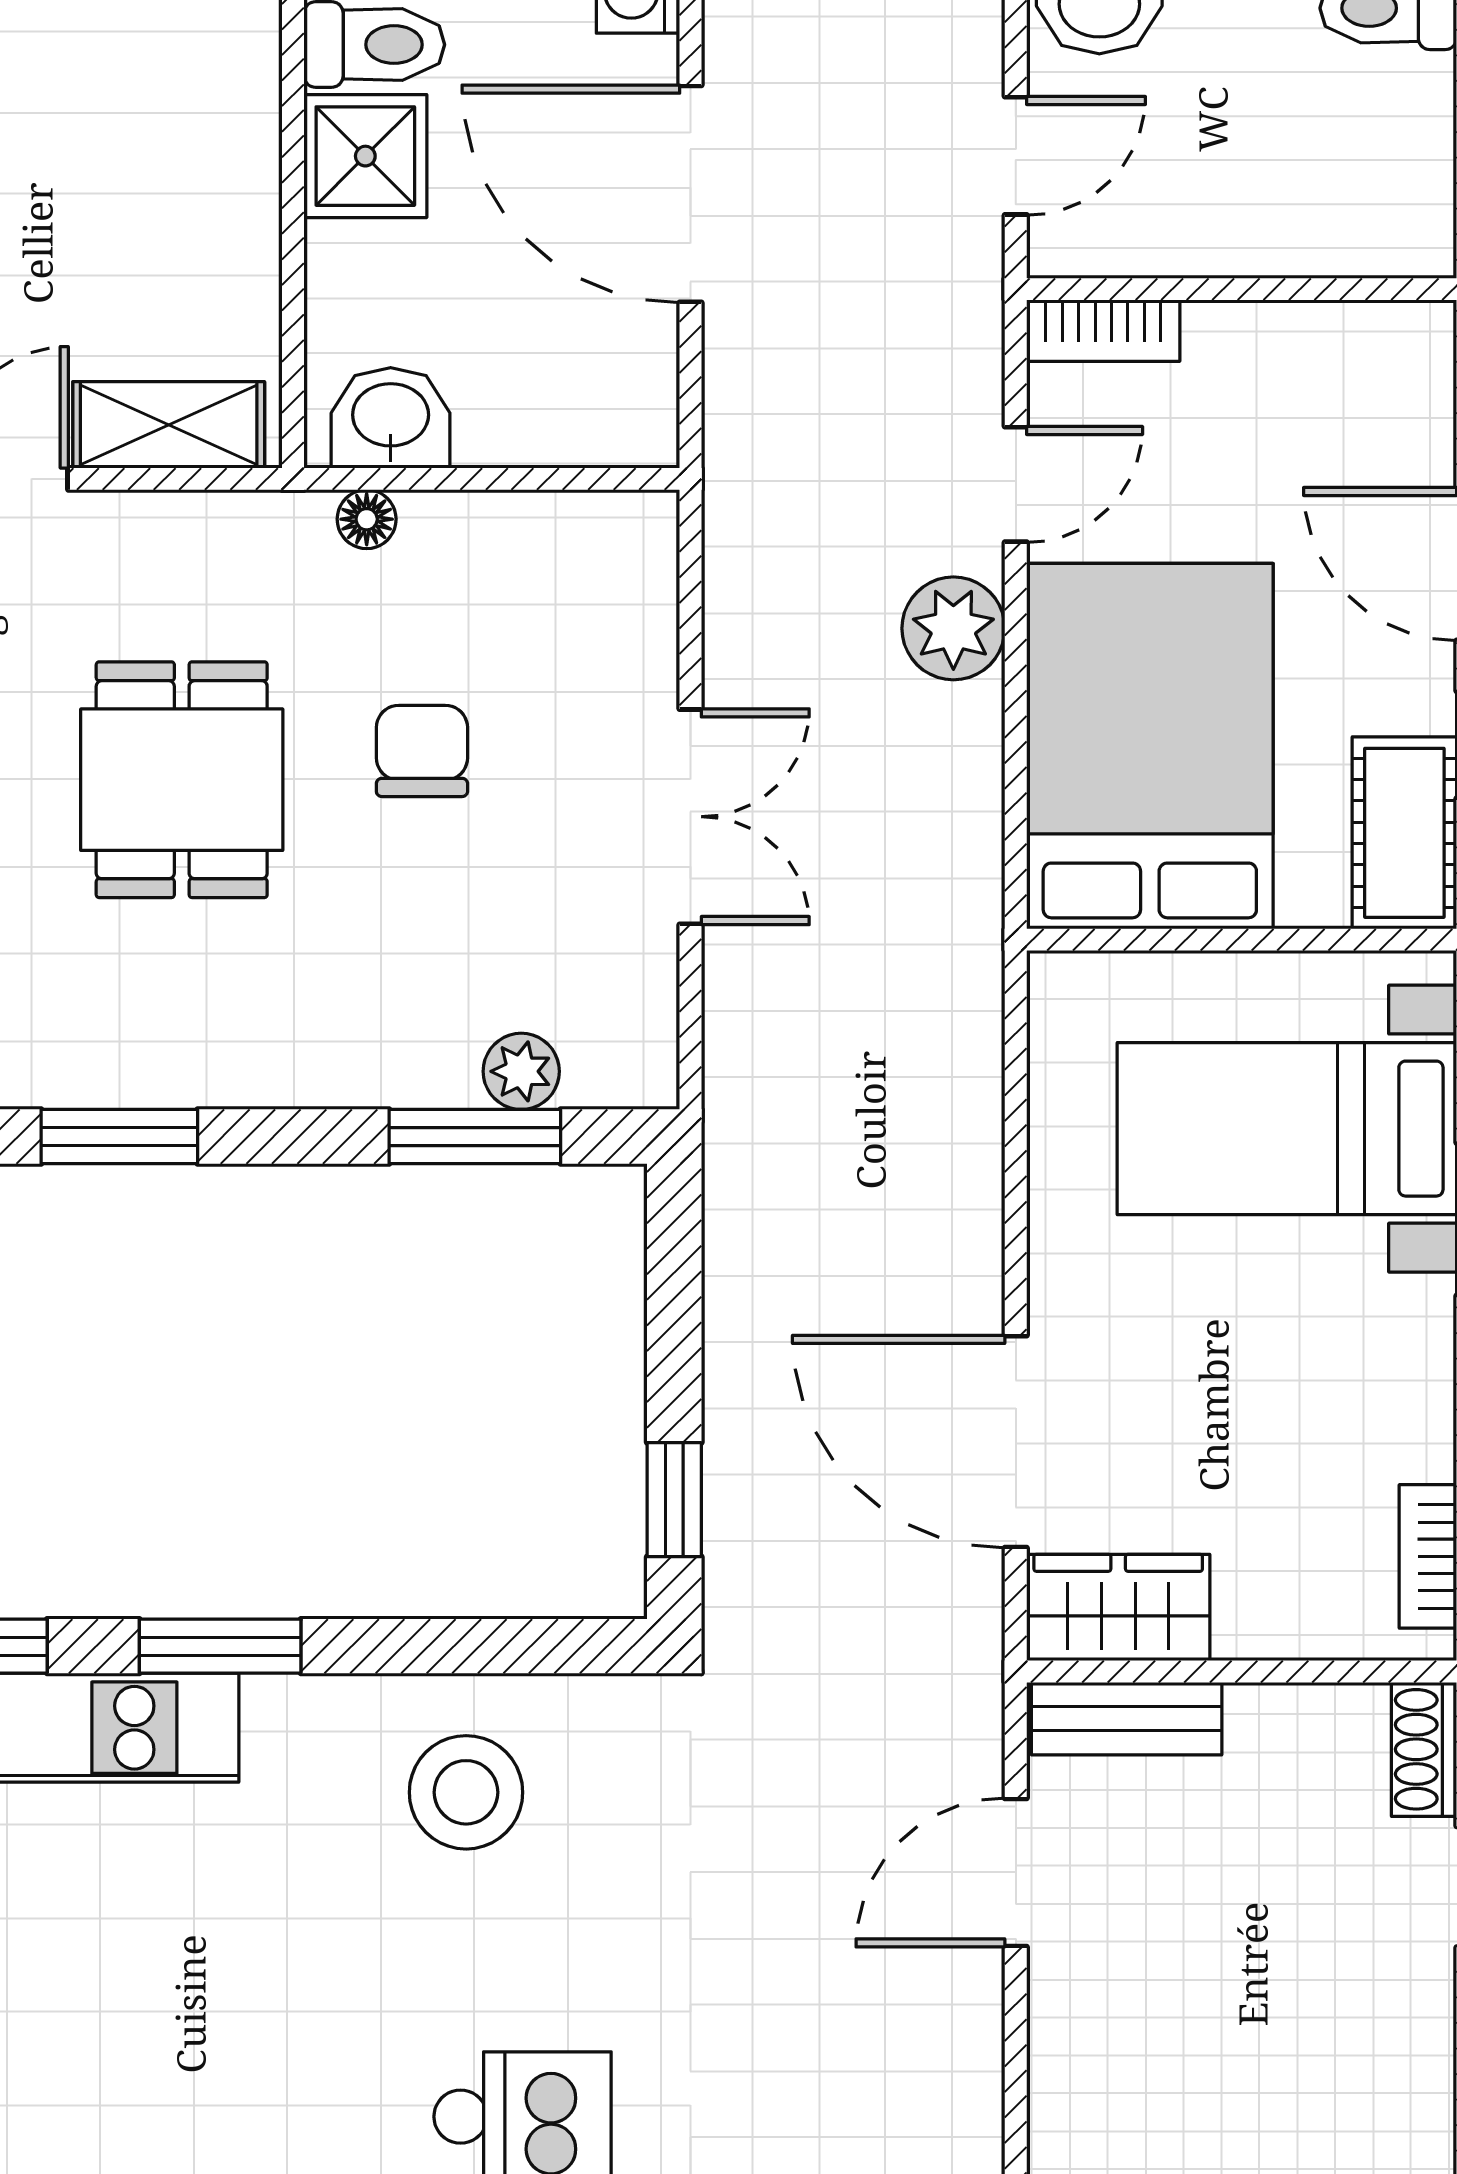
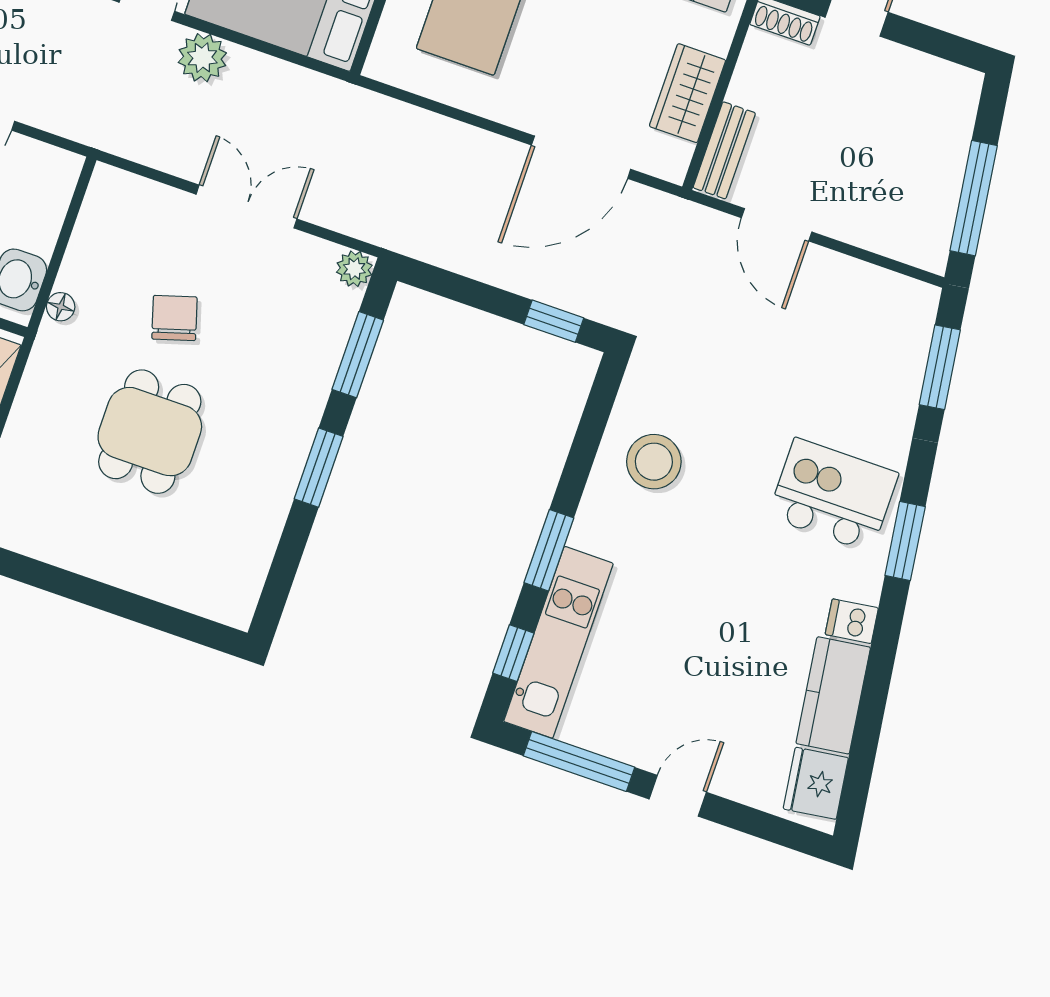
chair: (422, 751) -> (174, 318), turned 73
dining table: (182, 780) -> (150, 432), turned 90
plant: (521, 1071) -> (354, 269), moved
window: (119, 1137) -> (319, 468), moved
wardrobe: (1118, 1607) -> (688, 93), moved

